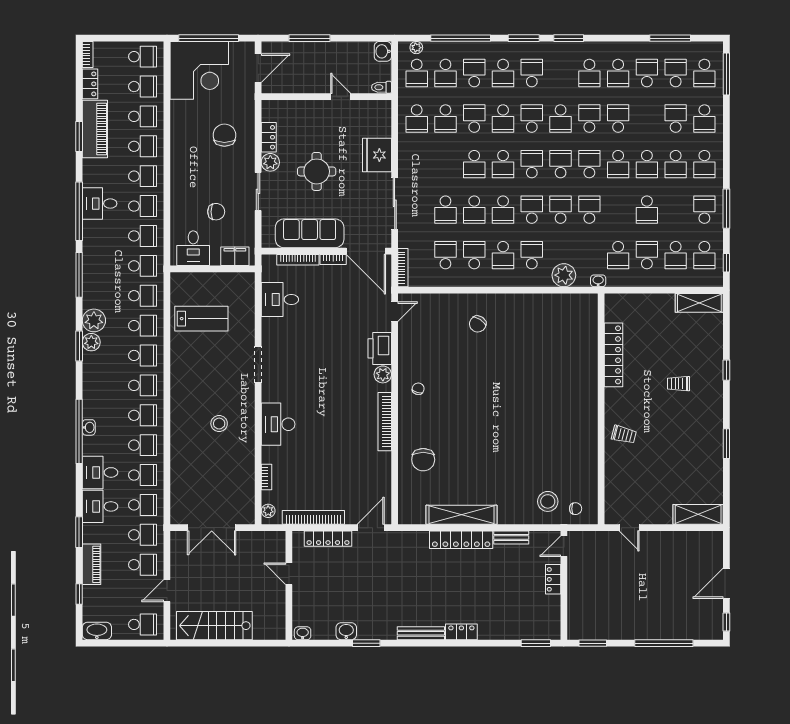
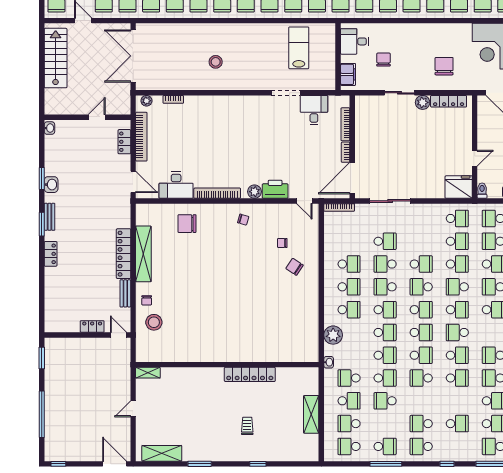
school desk: (417, 119) -> (457, 218), turned 180
school desk: (445, 119) -> (457, 241), turned 180
school desk: (704, 119) -> (457, 446), removed
chair: (224, 135) -> (444, 66), turned -90
locker: (269, 137) -> (449, 101), width x1.53
fridge: (377, 155) -> (459, 187), moved
school desk: (474, 164) -> (421, 264), turned 180
school desk: (647, 164) -> (385, 378), moved, turned 180
round table: (317, 171) -> (415, 139), removed
school desk: (445, 210) -> (385, 241), turned 180
chair: (216, 212) -> (383, 60), turned 180
sofa: (310, 233) -> (366, 134), removed
school desk: (445, 255) -> (349, 241), removed
school desk: (503, 255) -> (349, 287), turned 180
window: (726, 263) -> (447, 464), moved
shelving: (699, 303) -> (311, 414), moved
lab bench: (201, 319) -> (299, 48), turned 180
chair: (448, 339) -> (282, 243), added
locker: (614, 355) -> (250, 374), moved
doorway: (258, 365) -> (286, 93), moved
desk: (278, 424) -> (176, 185), moved, turned 180
trolley: (624, 435) -> (207, 383), removed
chair: (576, 509) -> (147, 300), moved
shelving: (611, 509) -> (148, 373), added
shelving: (698, 514) -> (162, 453), moved, turned 90
double door: (212, 528) -> (133, 56), width x1.36
door: (629, 528) -> (133, 409), moved
locker: (328, 539) -> (124, 142), width x0.66
door: (726, 583) -> (115, 464), moved
washbasin: (346, 631) -> (51, 185), moved
bench: (421, 633) -> (49, 217), width x0.73
window: (536, 643) -> (42, 224), moved

